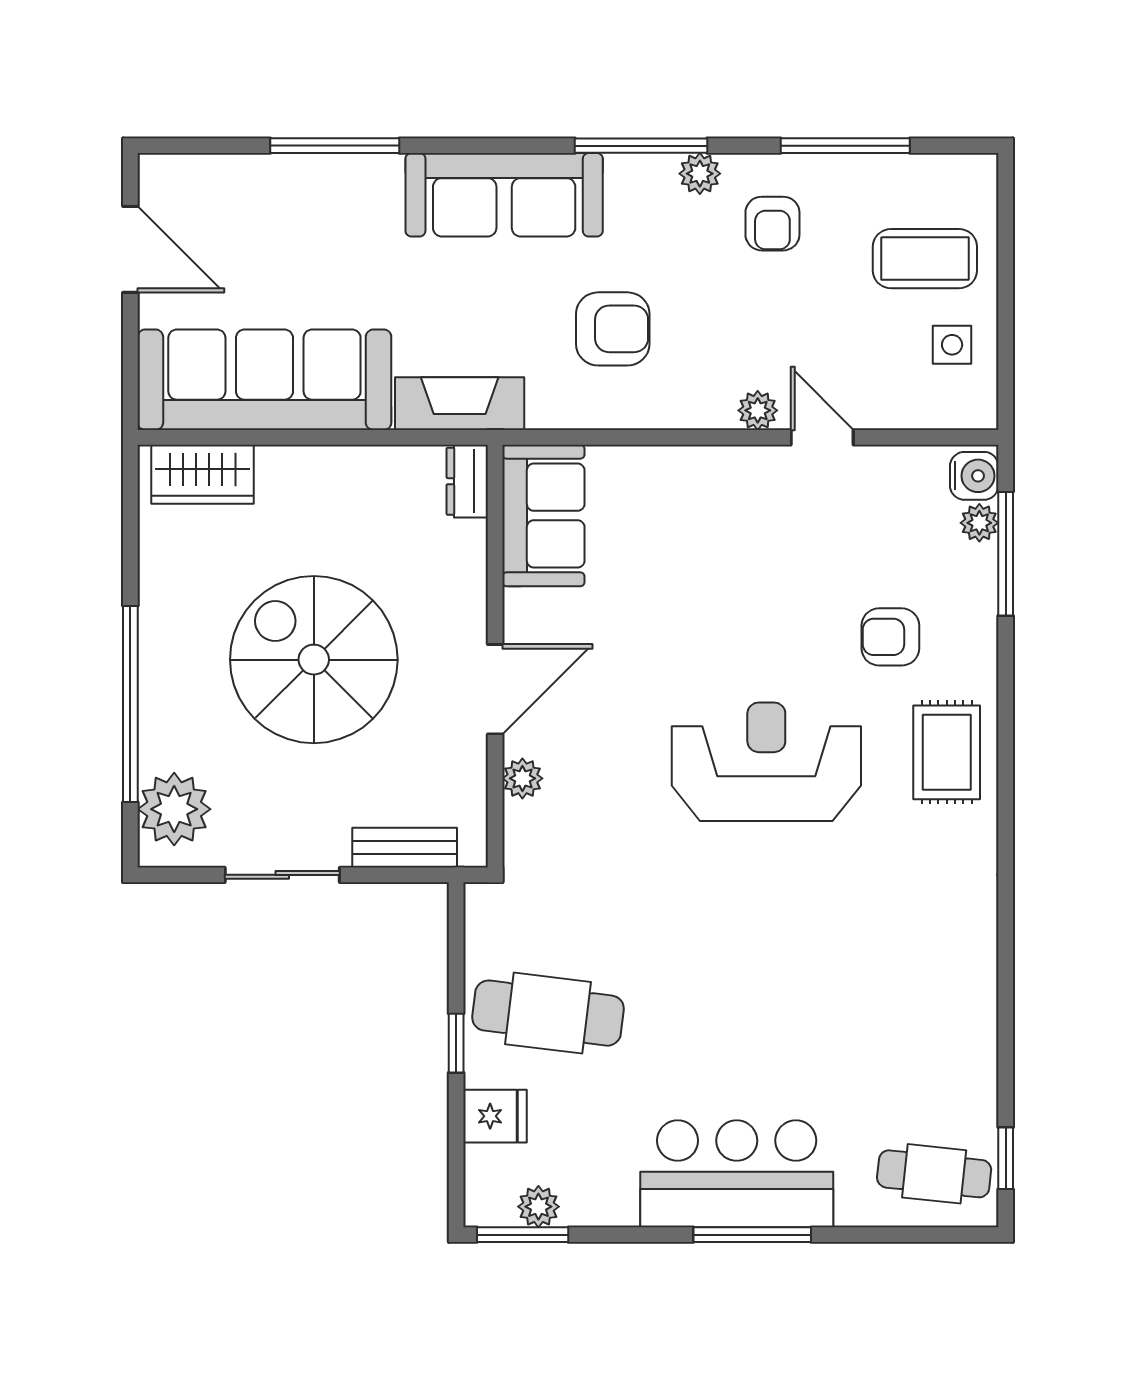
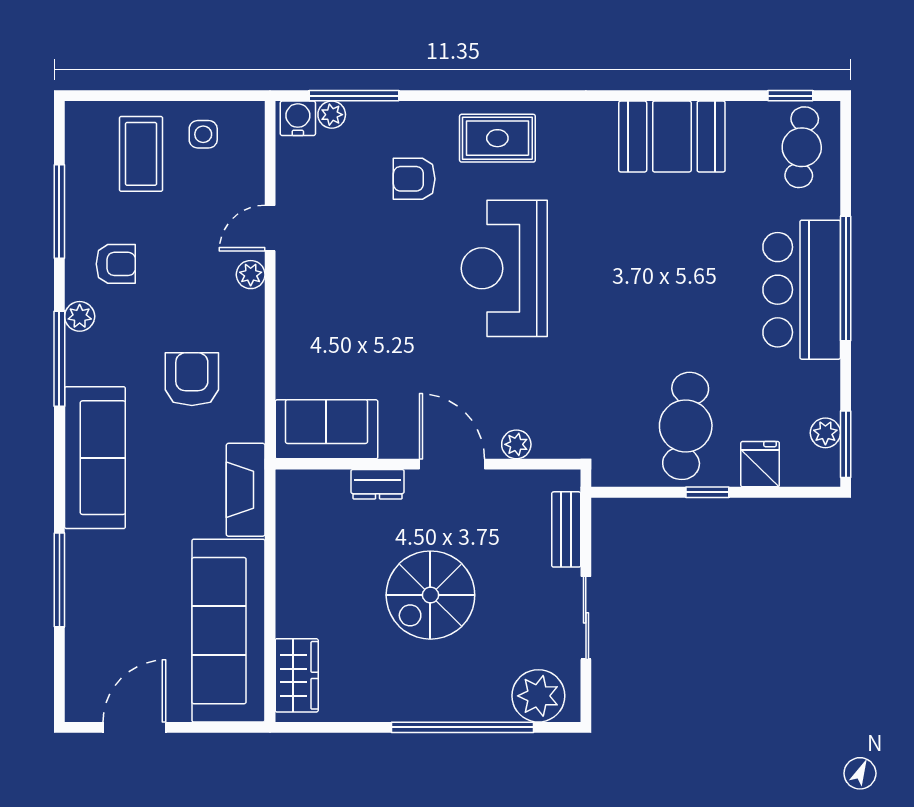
dresser: (467, 481) -> (378, 484), moved
armchair: (890, 637) -> (414, 179), turned 90
spiral stairs: (314, 660) -> (430, 595), width x0.73, depth x0.73
booth: (949, 994) -> (672, 136), added
window: (752, 1235) -> (846, 279), width x1.46

